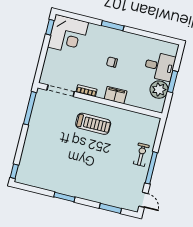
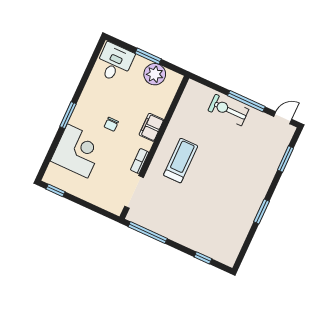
corner desk: (68, 35) -> (77, 151), moved
desk: (160, 66) -> (115, 63), moved
exercise bike: (141, 155) -> (228, 110), width x1.38, depth x1.39
window: (14, 171) -> (203, 258), moved

